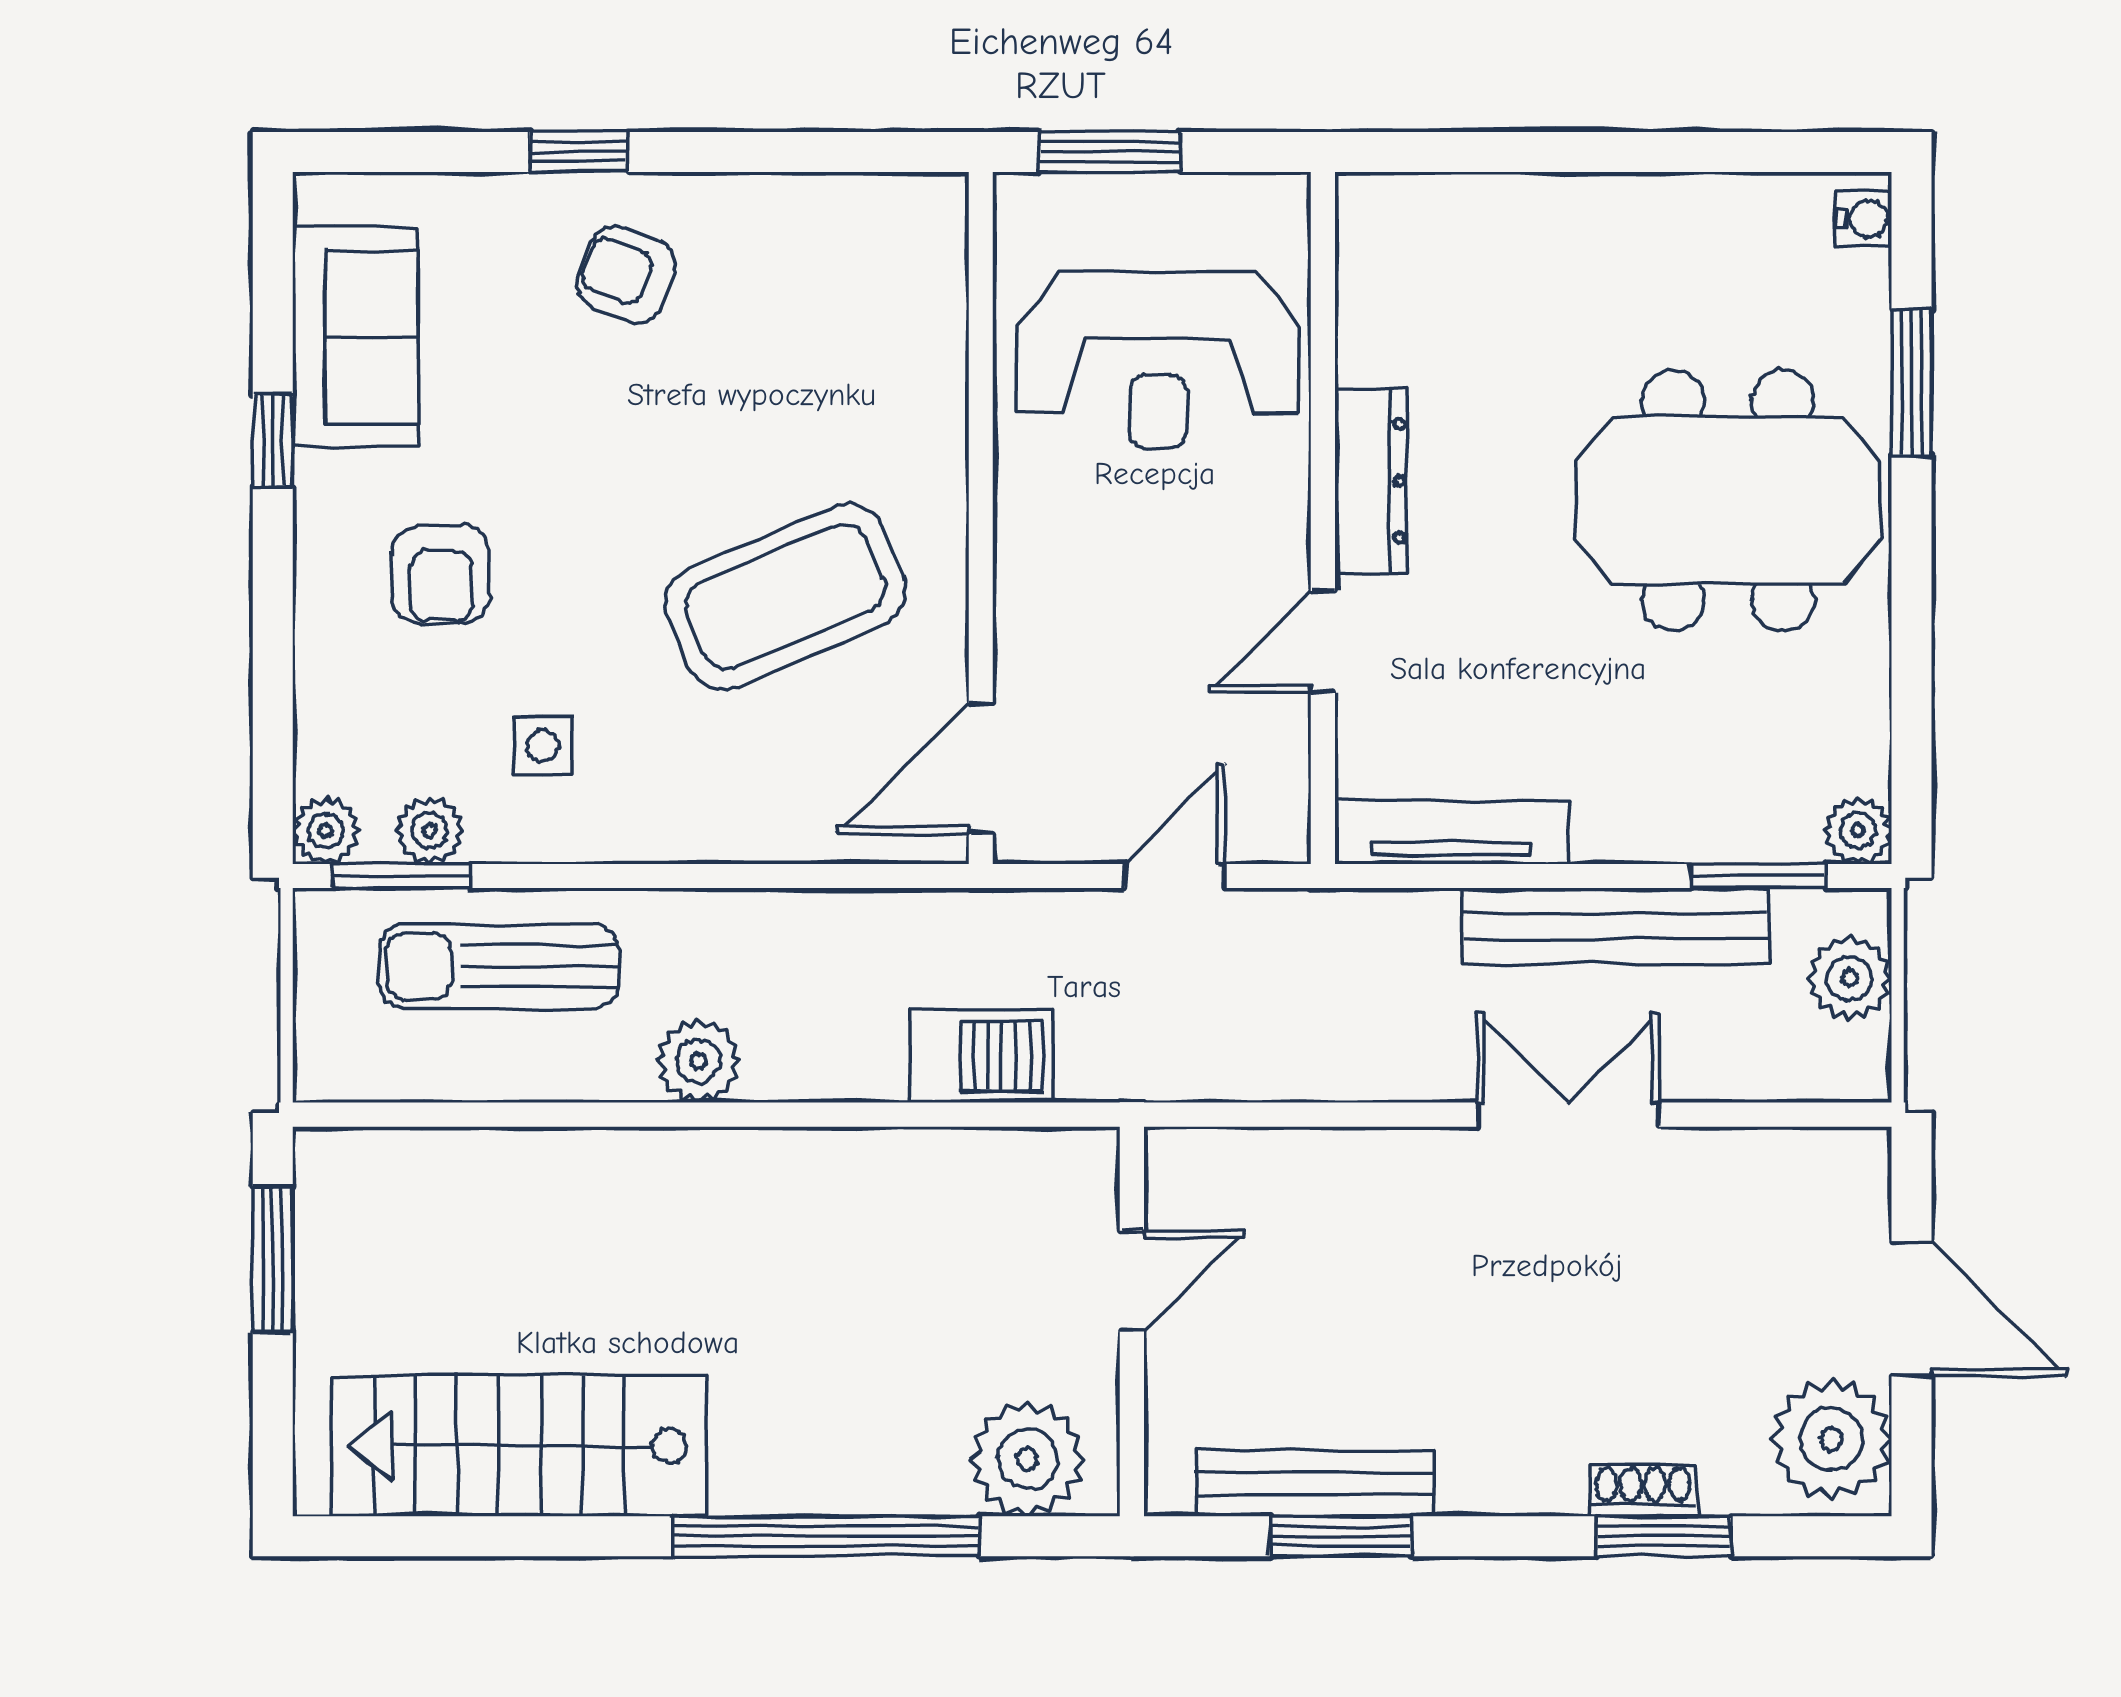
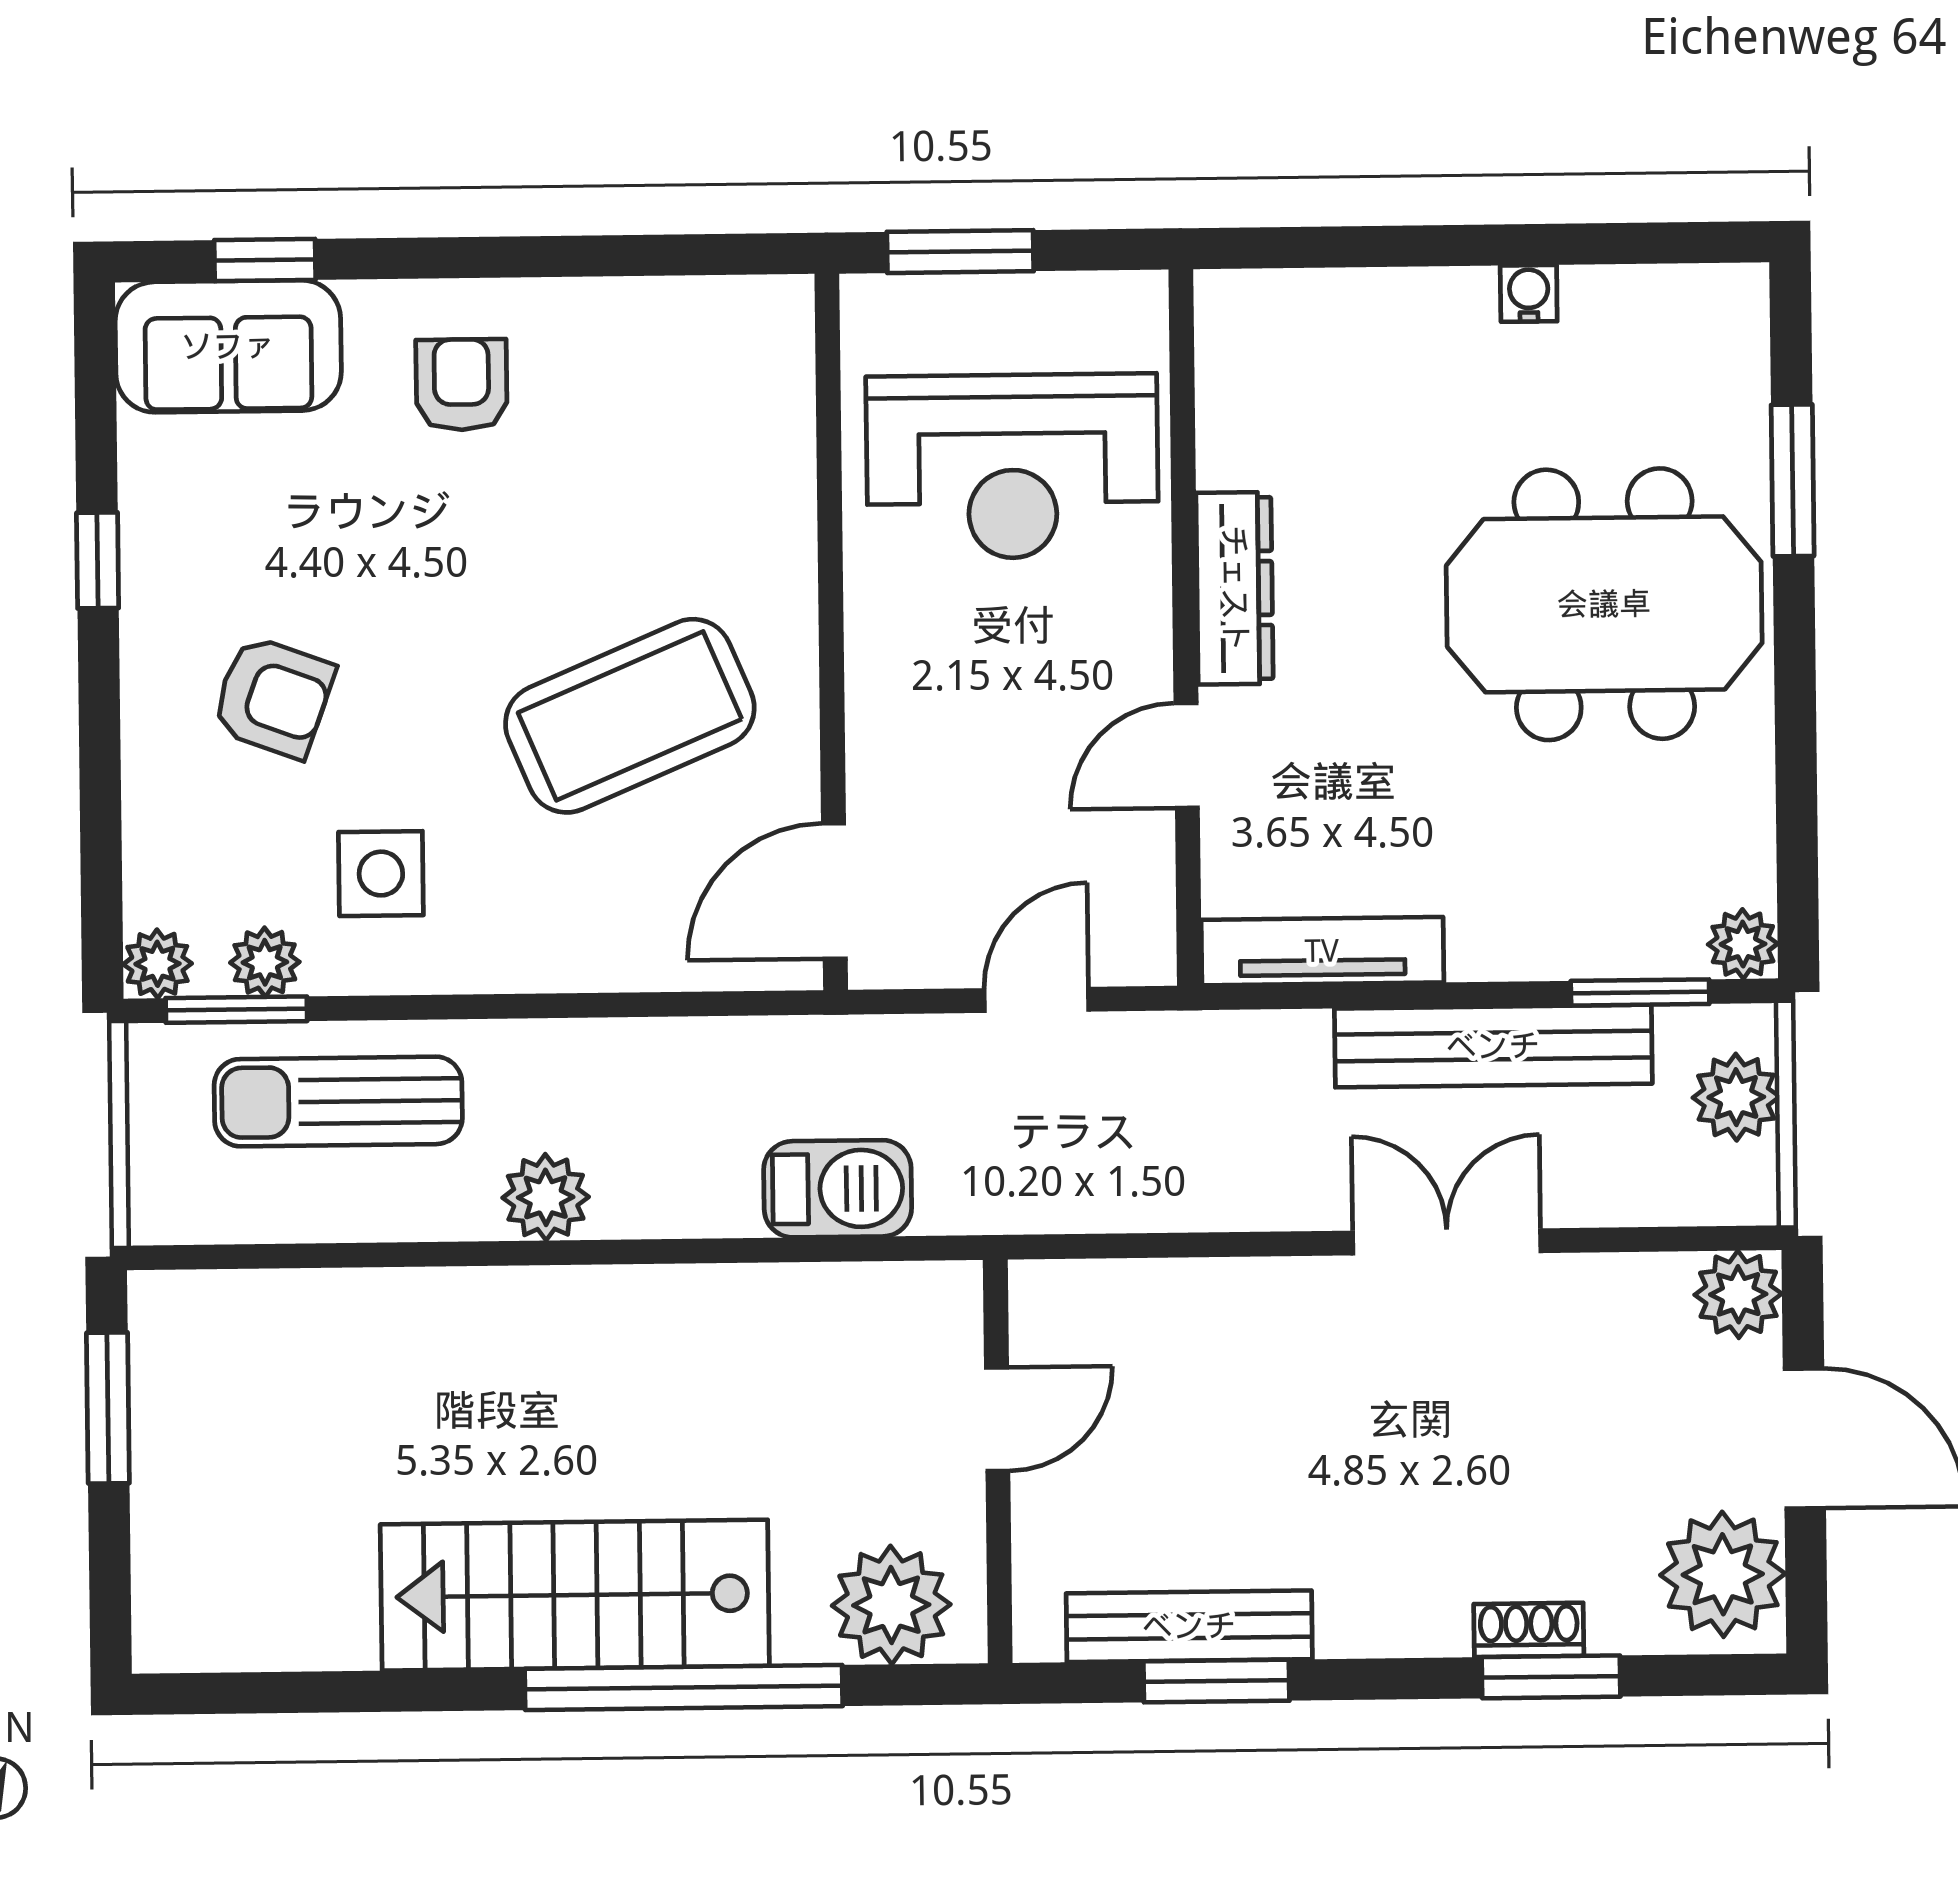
window: (578, 152) -> (265, 260), moved
water cooler: (1864, 219) -> (1529, 293), moved, turned -90
armchair: (626, 275) -> (461, 385), turned 68
sofa: (356, 337) -> (228, 346), moved, turned 90
armchair: (441, 574) -> (273, 697), turned -68
side table: (543, 746) -> (381, 874), width x1.37, depth x1.37
plant: (1849, 1169) -> (1738, 1294), added
stairs: (519, 1446) -> (575, 1595), moved

